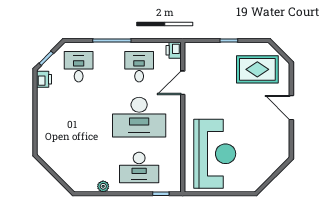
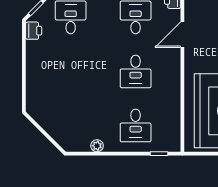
desk: (139, 117) -> (136, 71), width x0.53, depth x0.77
desk: (139, 167) -> (136, 125), width x0.73

